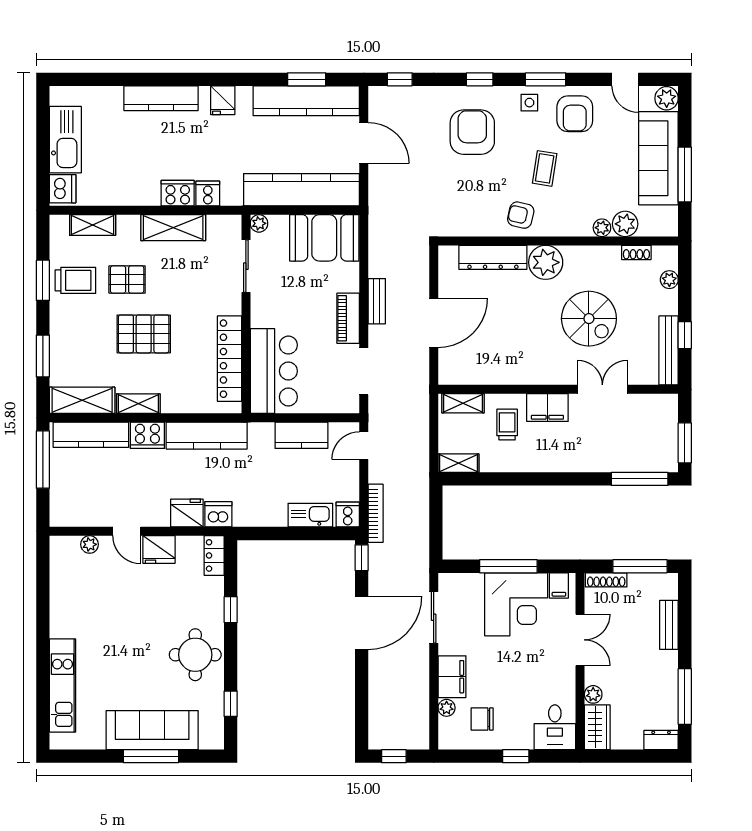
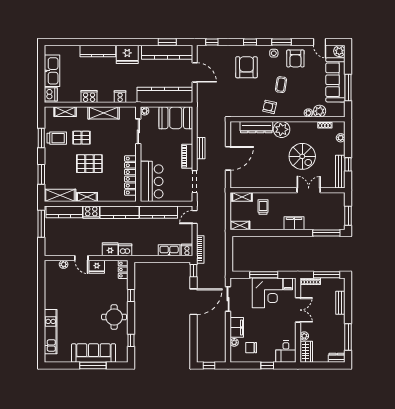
fridge: (223, 100) -> (127, 54), width x1.88, depth x1.34
cooker: (178, 193) -> (89, 96), moved
filing cabinet: (547, 408) -> (294, 223), moved, turned 180
kitchen counter: (301, 435) -> (159, 212), width x1.50

